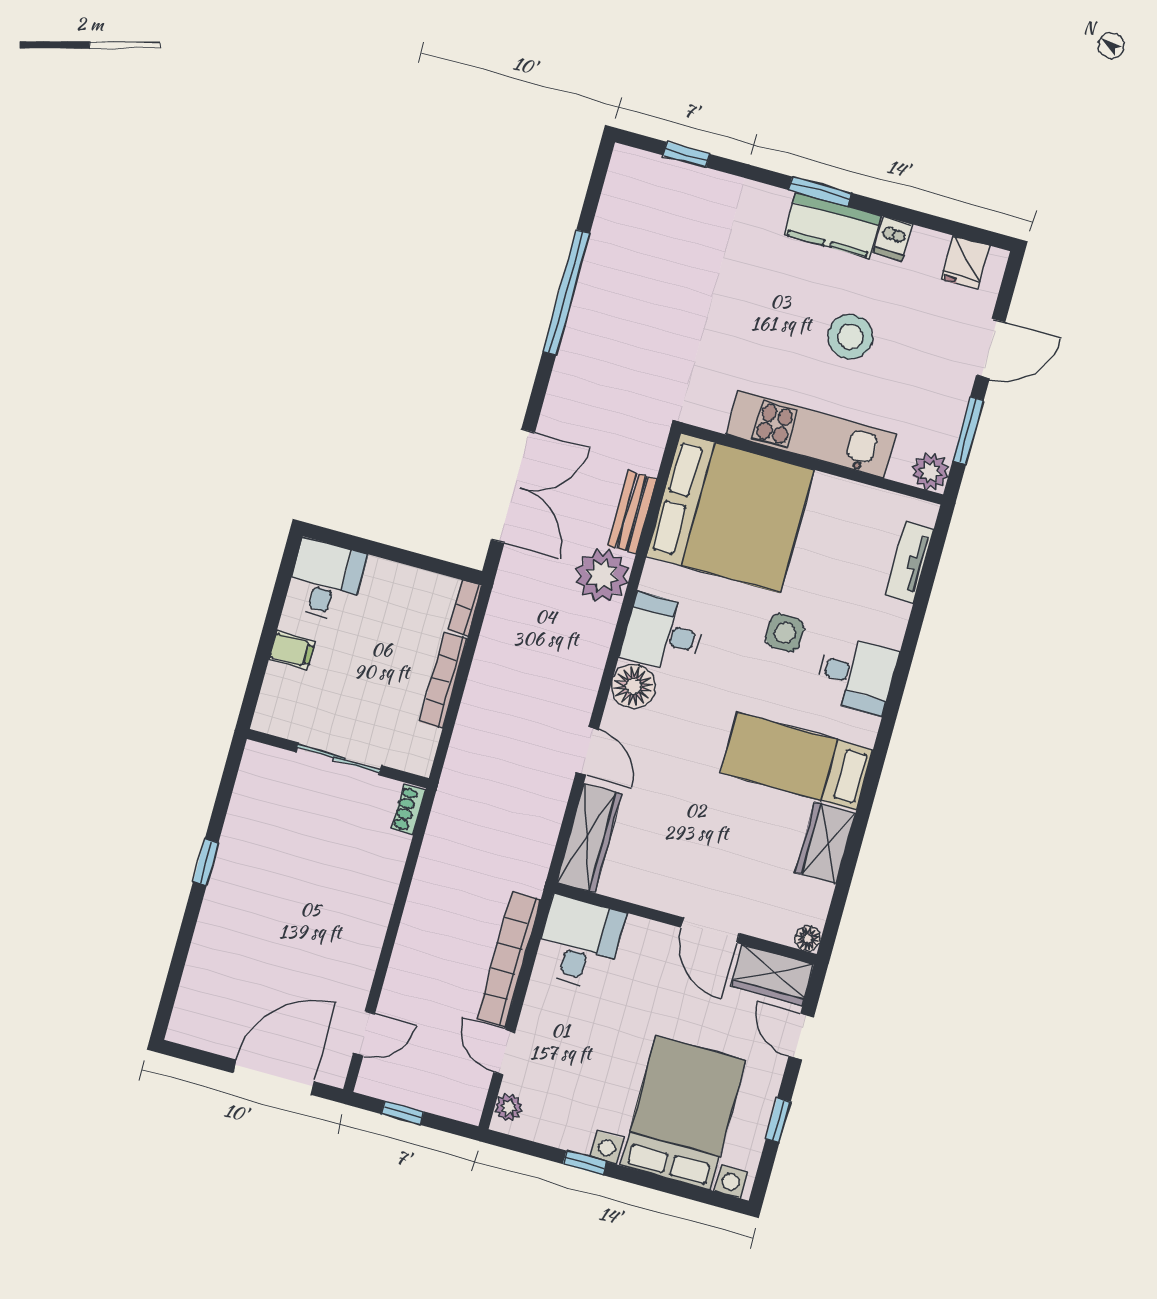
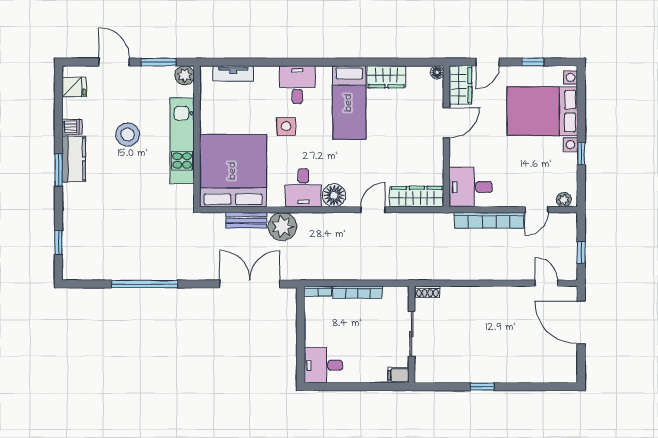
filing cabinet: (292, 650) -> (398, 375), moved, turned -90

